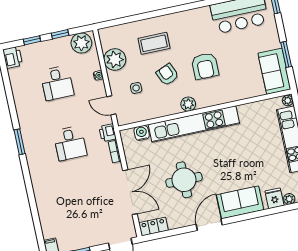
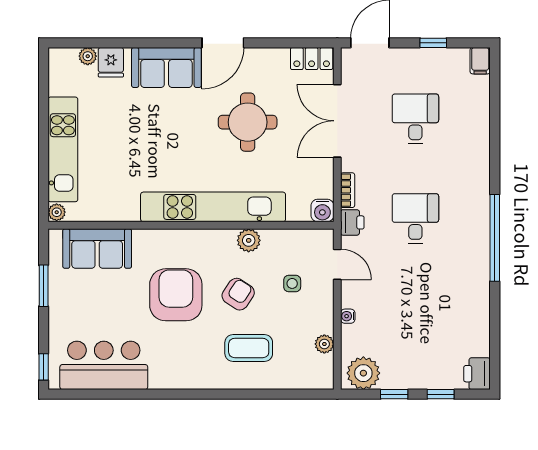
plant: (115, 59) -> (324, 344), width x0.53, depth x0.53
armchair: (205, 66) -> (176, 295), width x1.36, depth x1.36
sofa: (274, 71) -> (97, 249), moved, turned 90
armchair: (167, 75) -> (238, 294), turned -124
desk: (57, 83) -> (415, 119), moved
plant: (188, 104) -> (249, 240), moved
water cooler: (142, 133) -> (322, 211), moved
window: (19, 142) -> (495, 238), width x2.11

